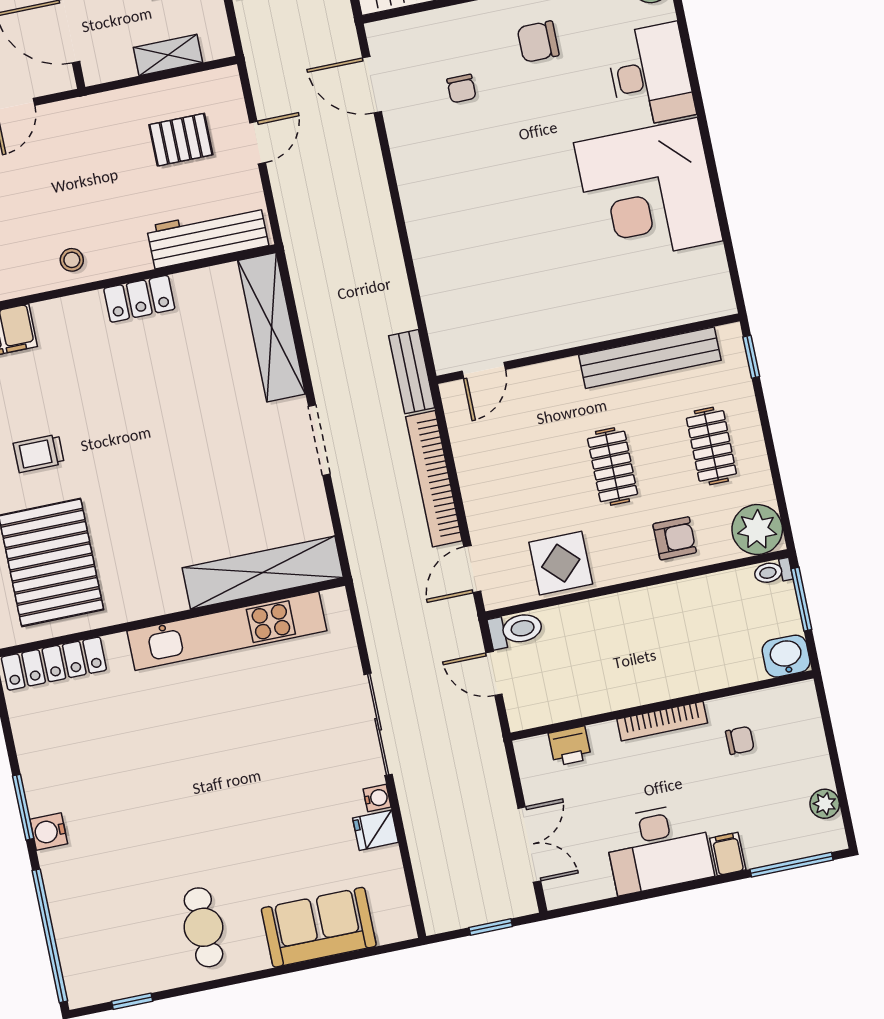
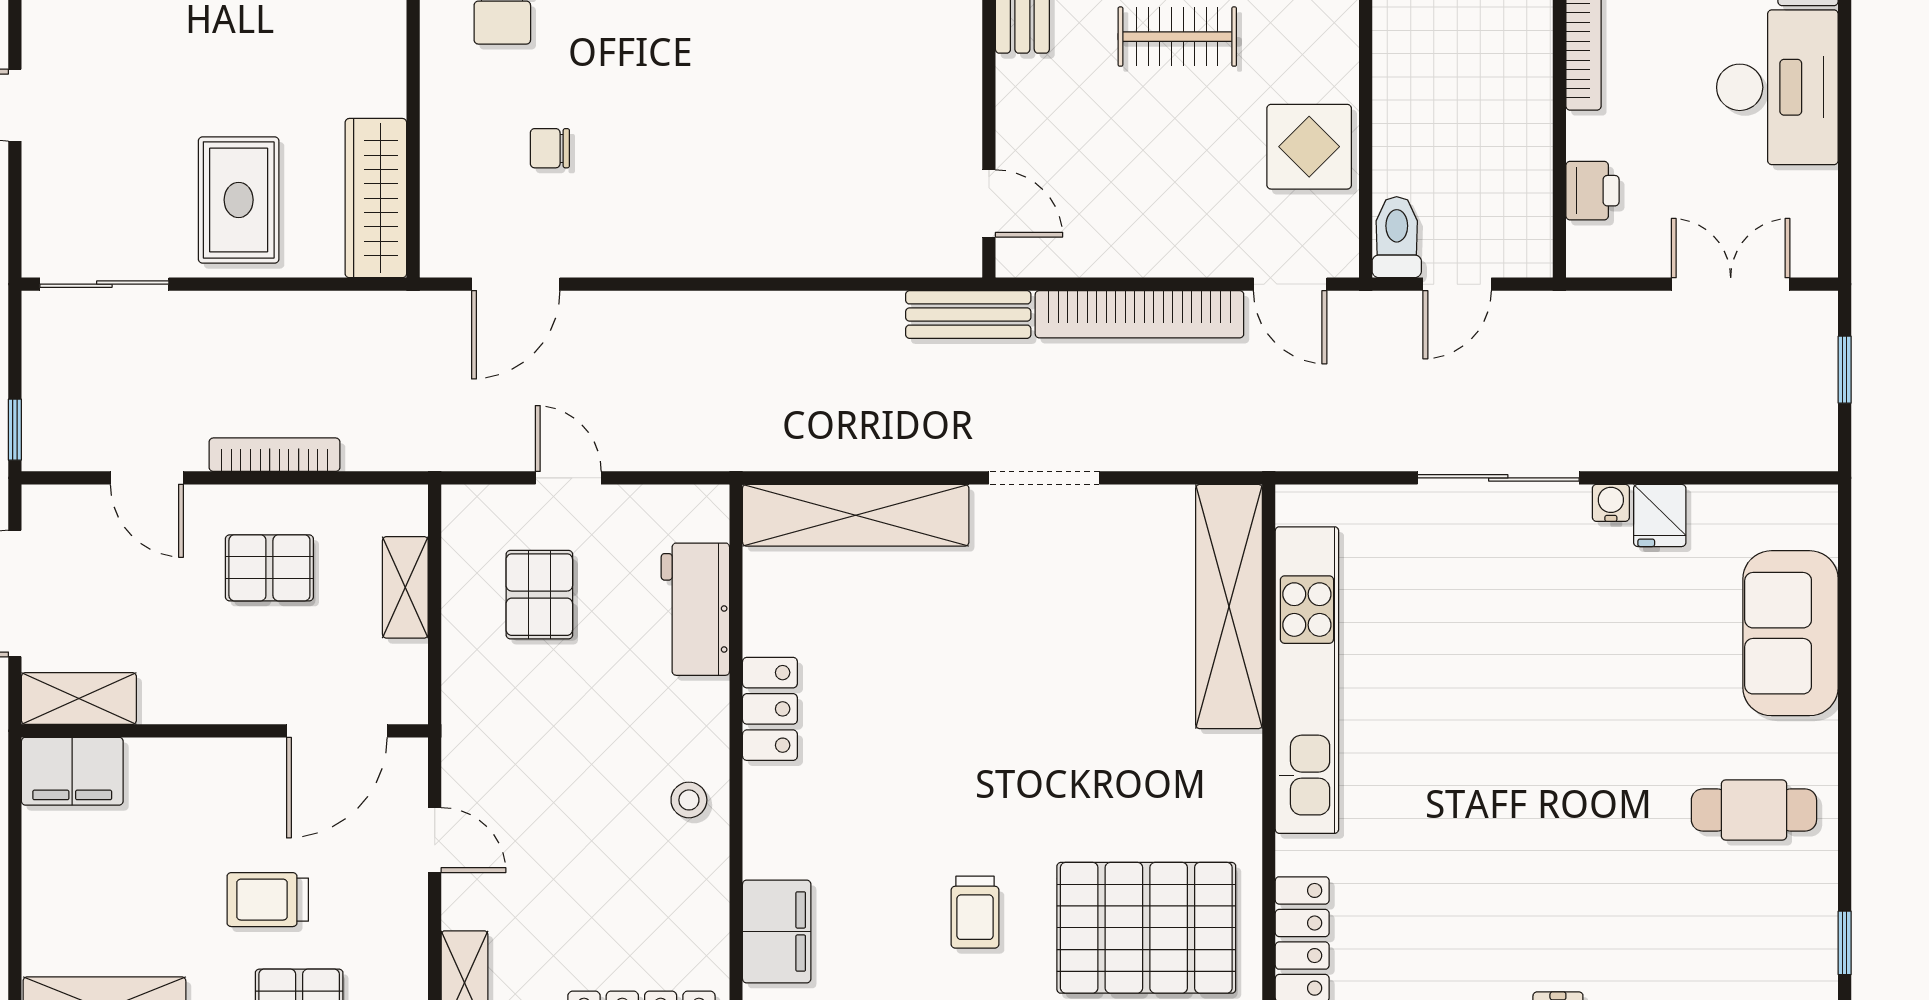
chair: (461, 89) -> (550, 148), turned 180
workbench: (207, 236) -> (695, 609), width x0.73

